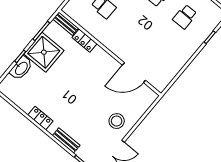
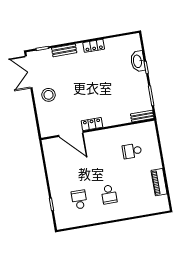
locker: (85, 41) -> (92, 124), moved
shower: (44, 52) -> (136, 85), removed
door: (134, 73) -> (71, 134), swing flipped

